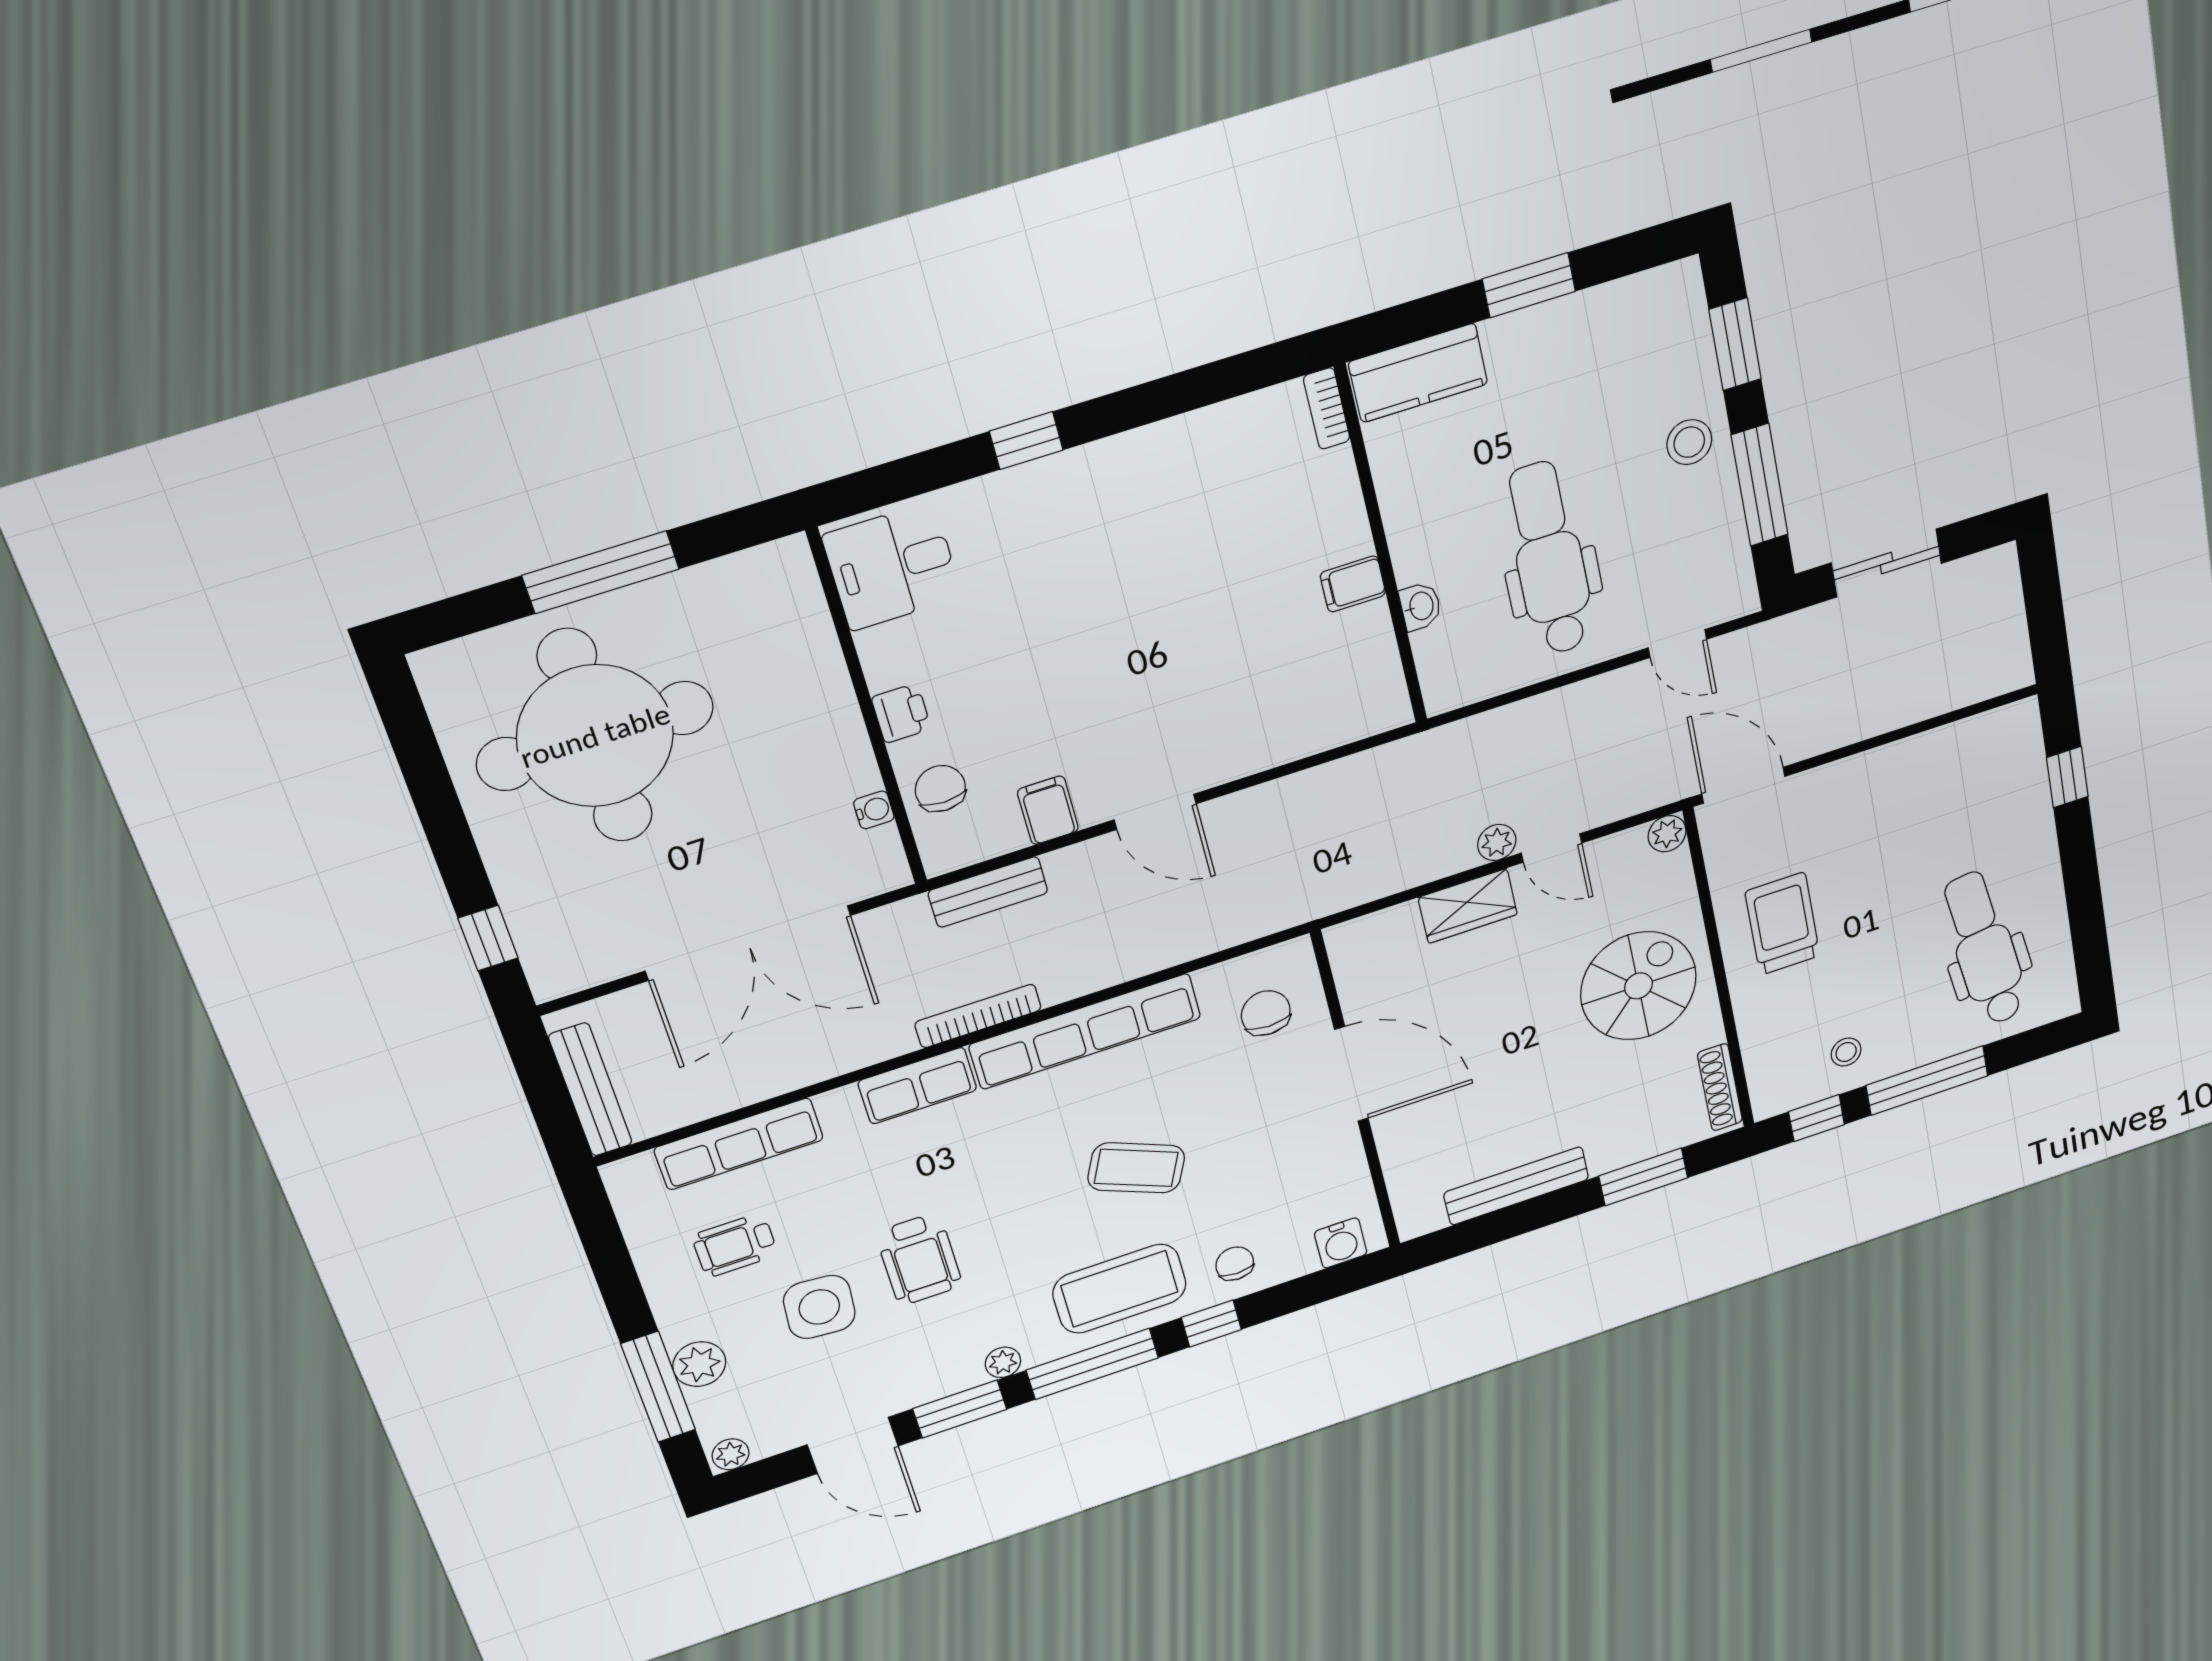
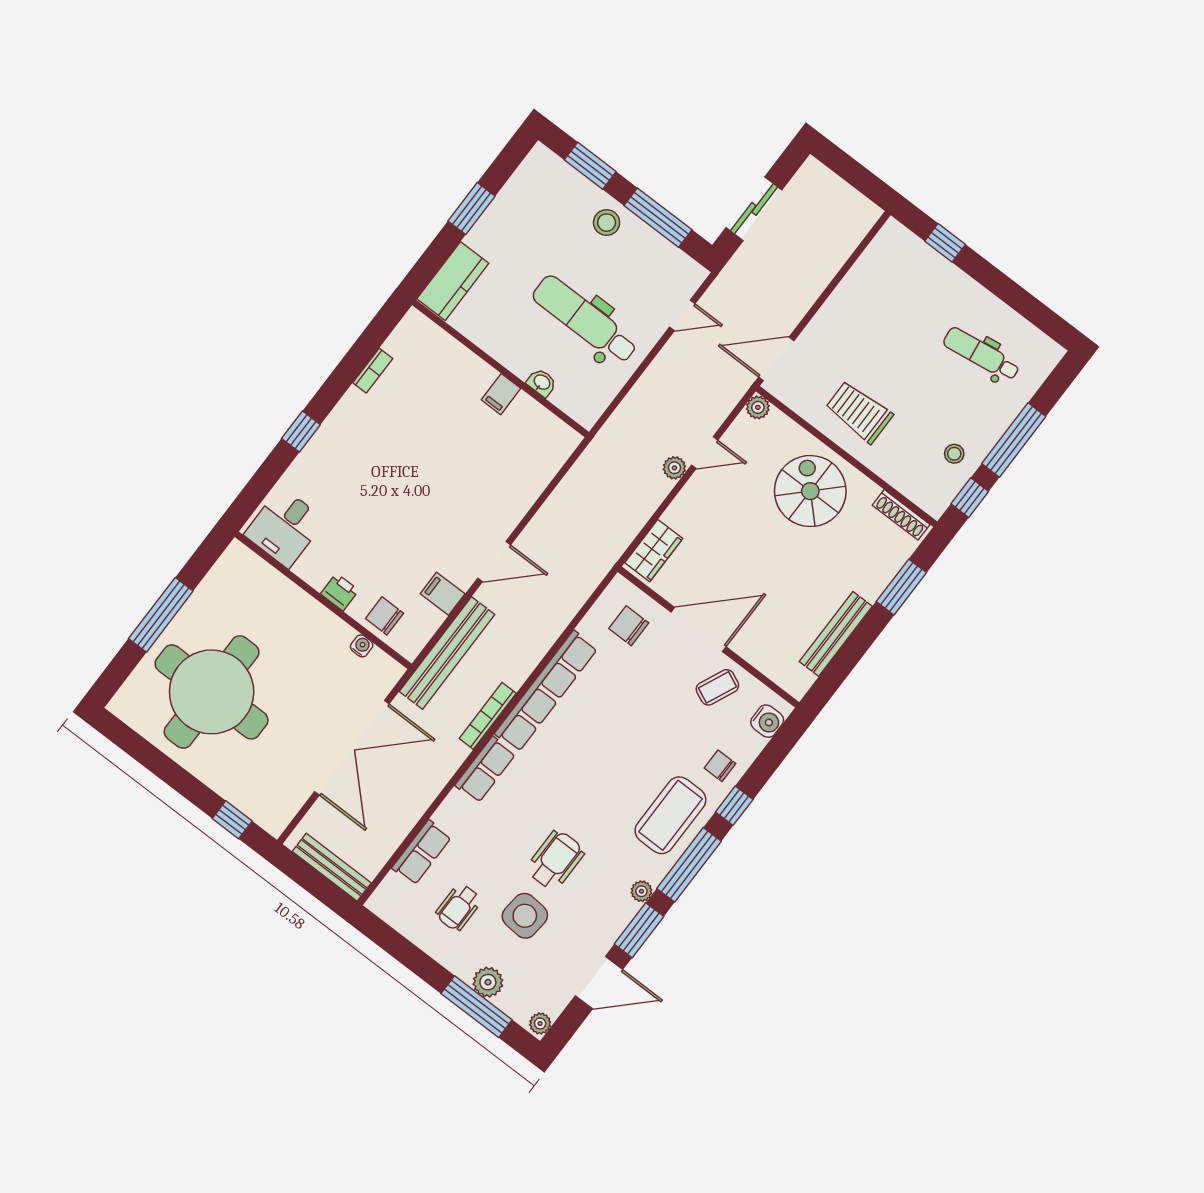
bookcase: (1327, 408) -> (373, 371), moved, turned -90
bench: (988, 892) -> (447, 653), width x1.86, depth x1.21
wardrobe: (1468, 906) -> (654, 551), moved
dental chair: (1984, 949) -> (981, 354), width x0.73, depth x0.72
row of seats: (739, 1144) -> (422, 853), width x0.68
coffee table: (1136, 1168) -> (717, 687), moved, width x0.73, depth x0.77
wheelchair: (919, 1259) -> (555, 860), turned -90

